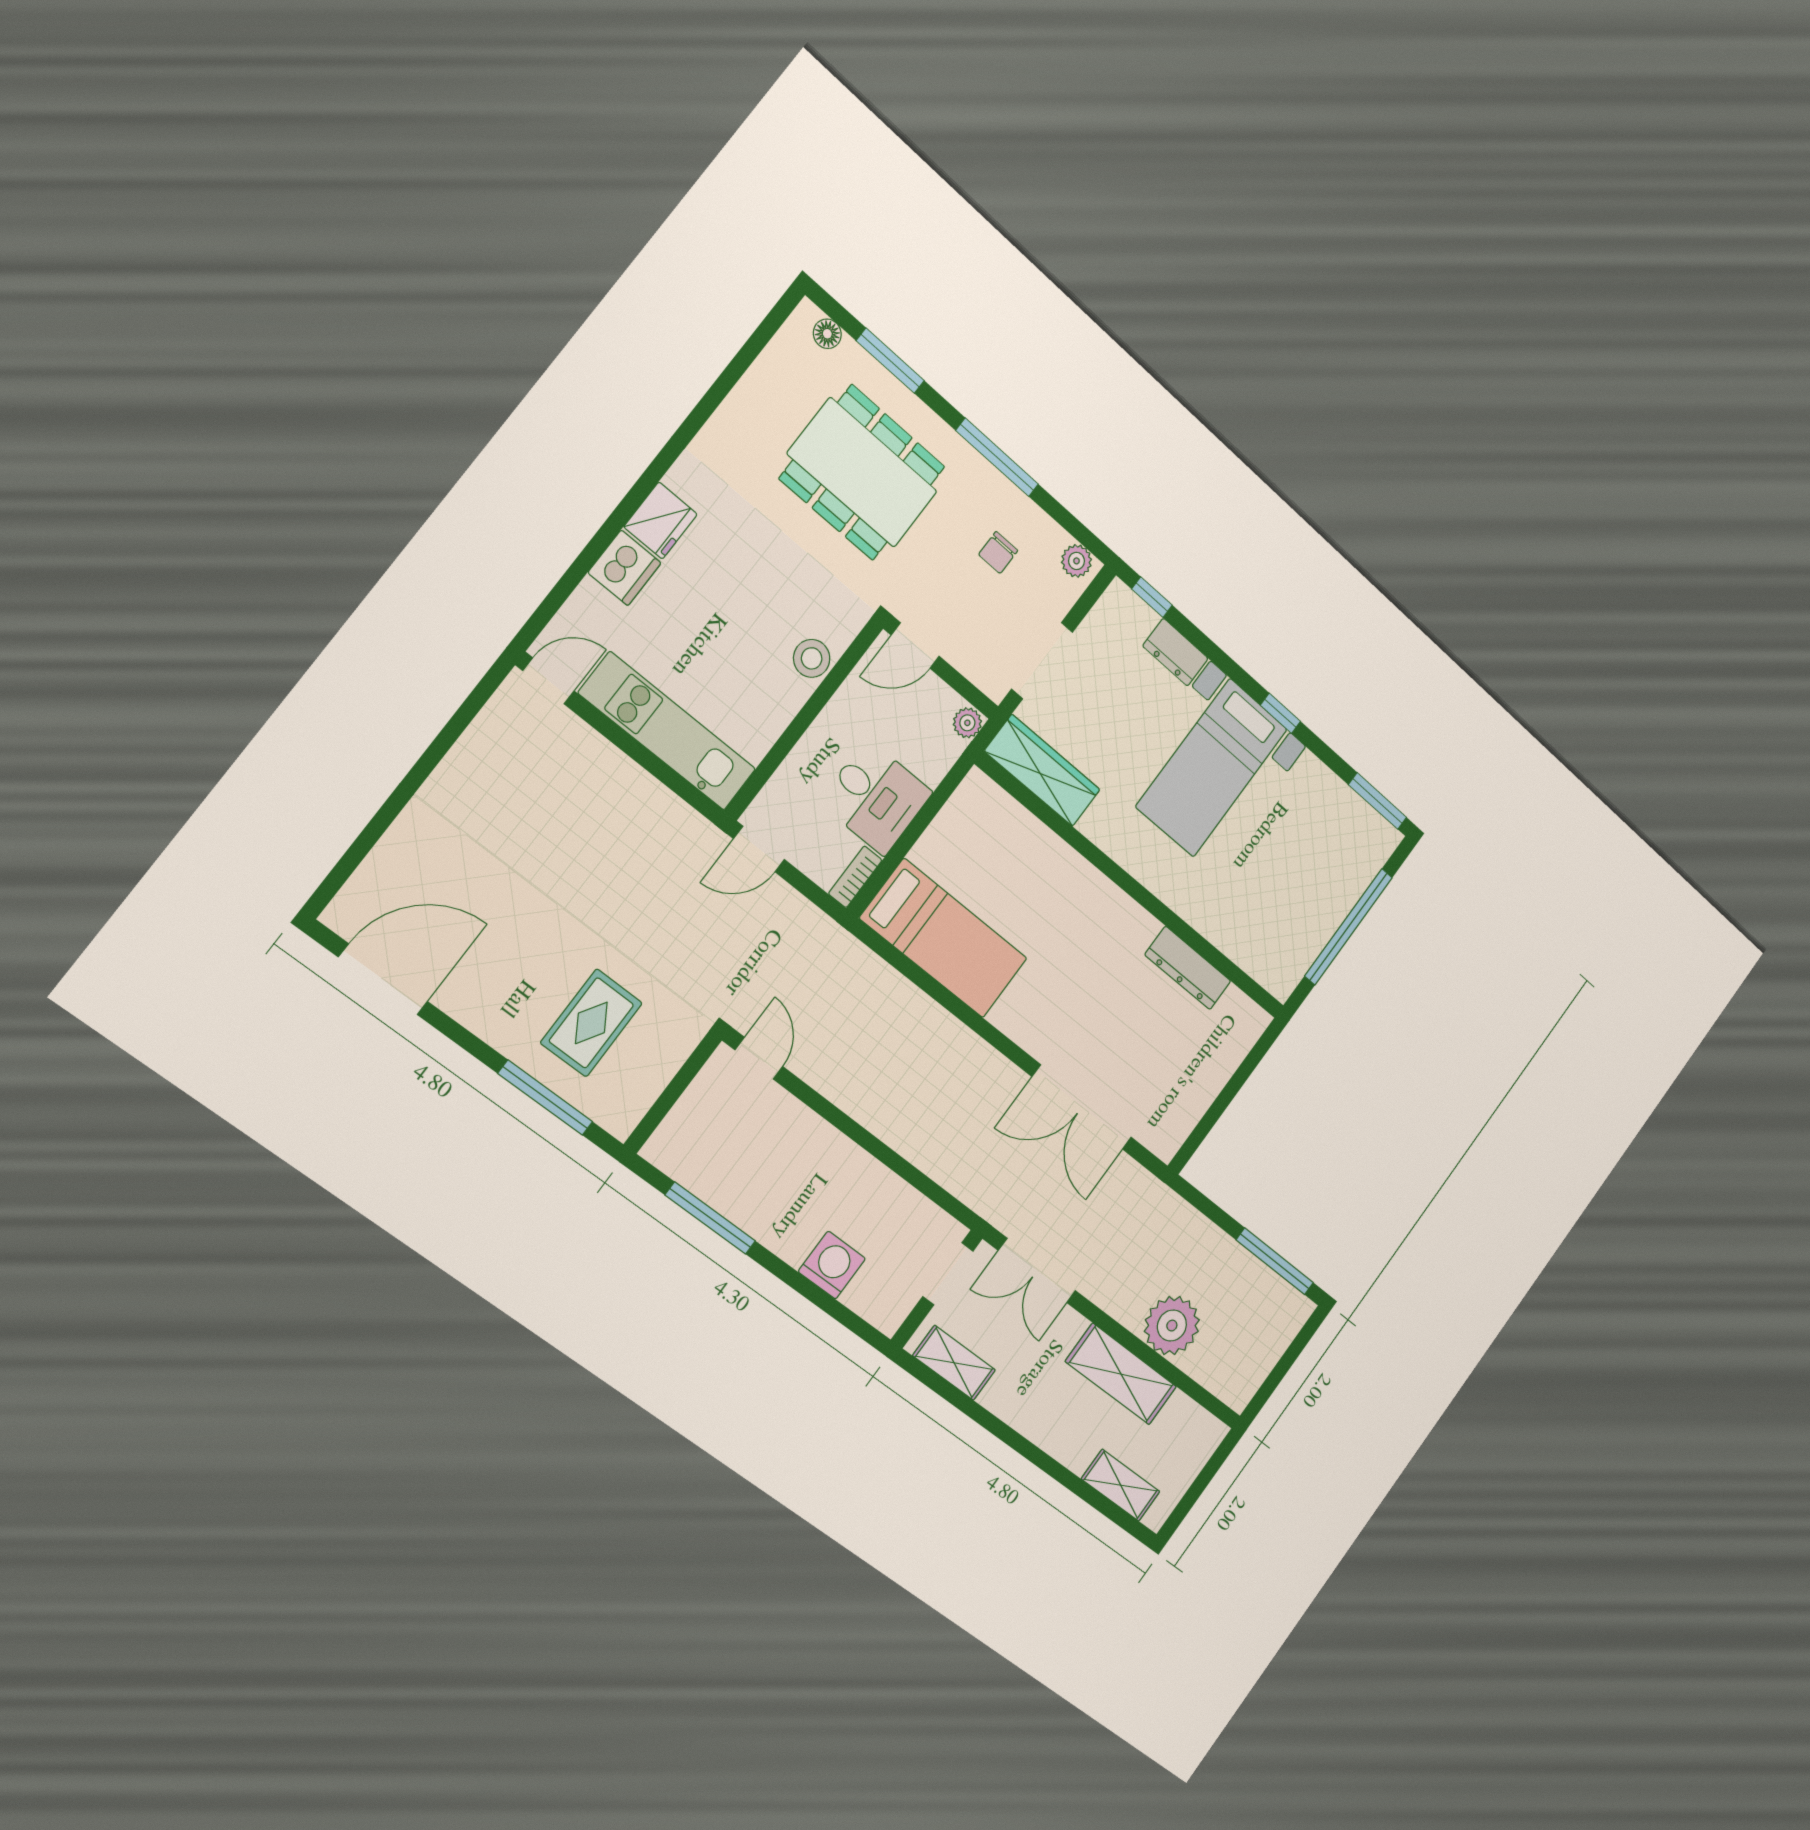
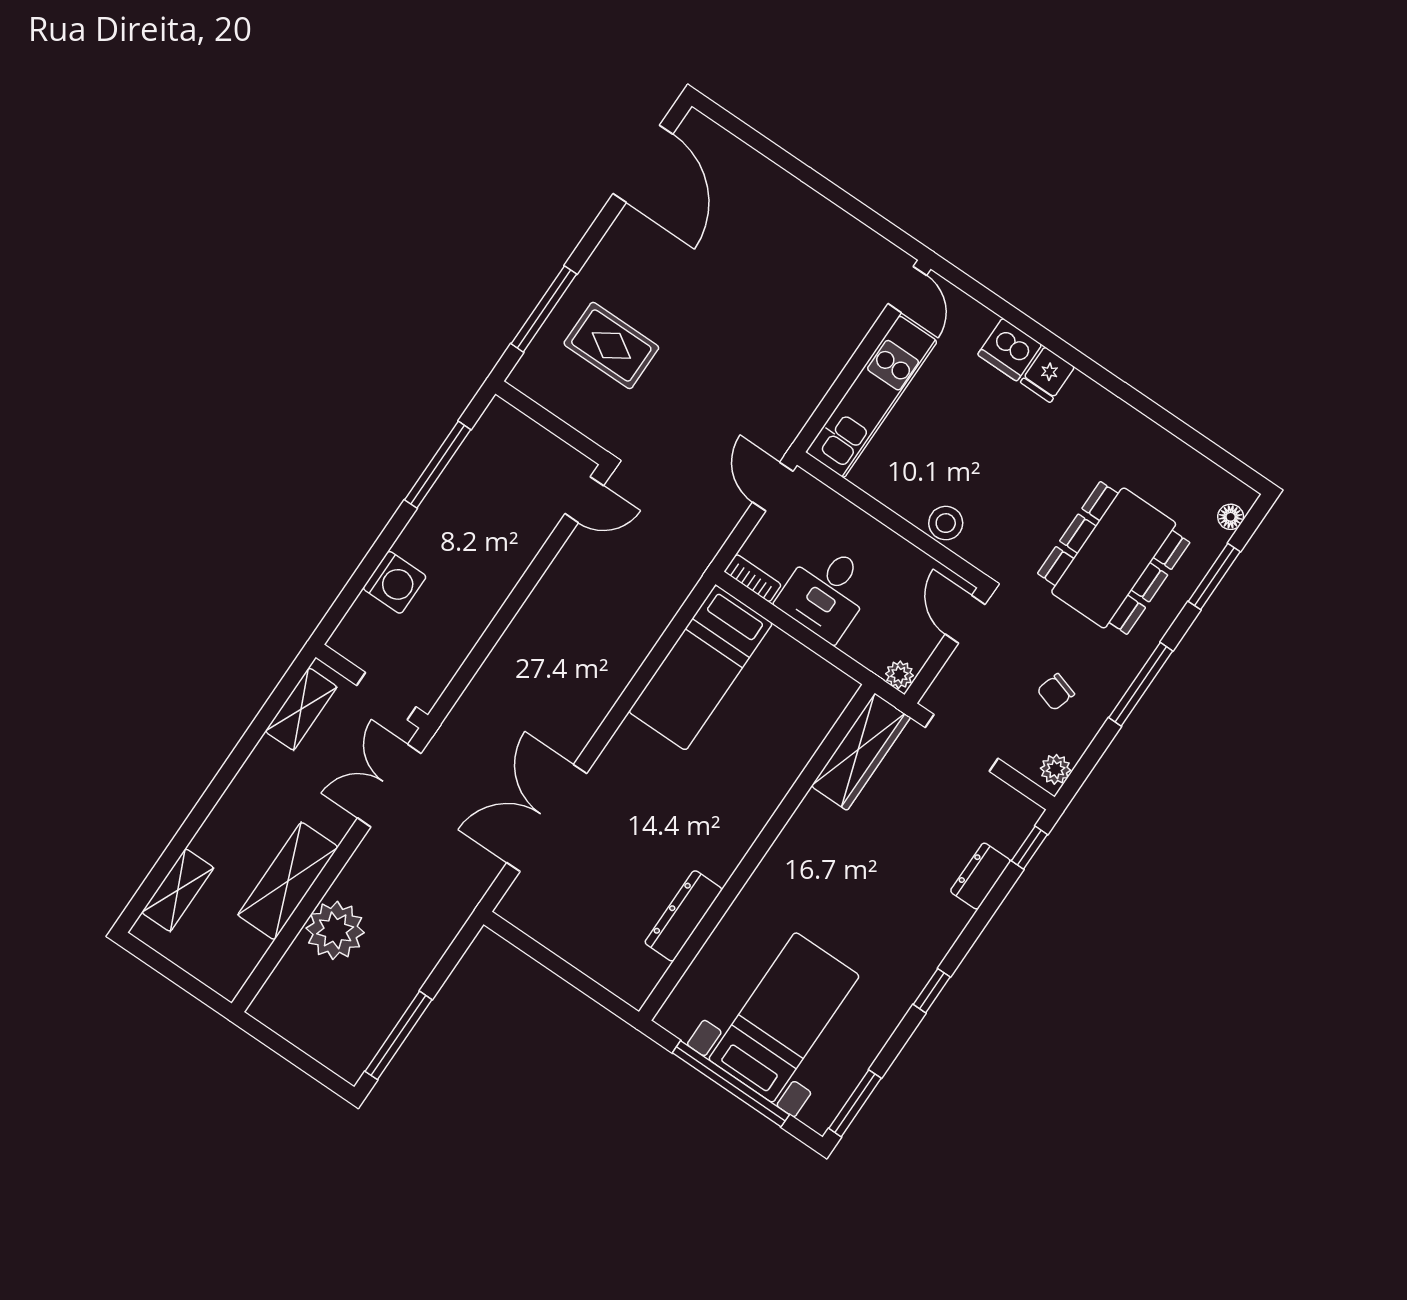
fridge: (661, 521) -> (1047, 375), width x0.72
chair: (998, 553) -> (1056, 692), turned -73
bed with nightstands: (1212, 768) -> (784, 1017), moved, turned 90

